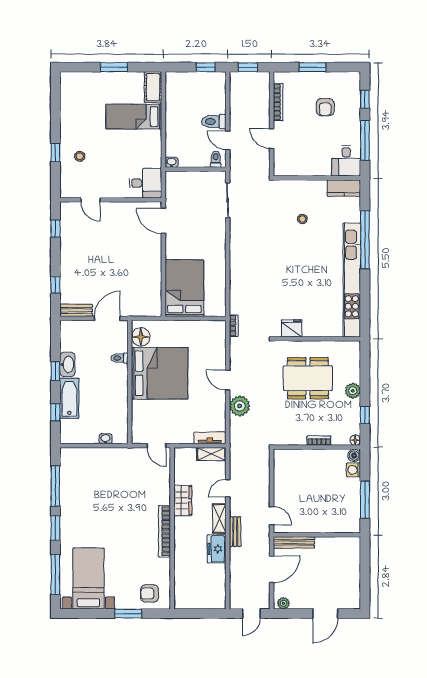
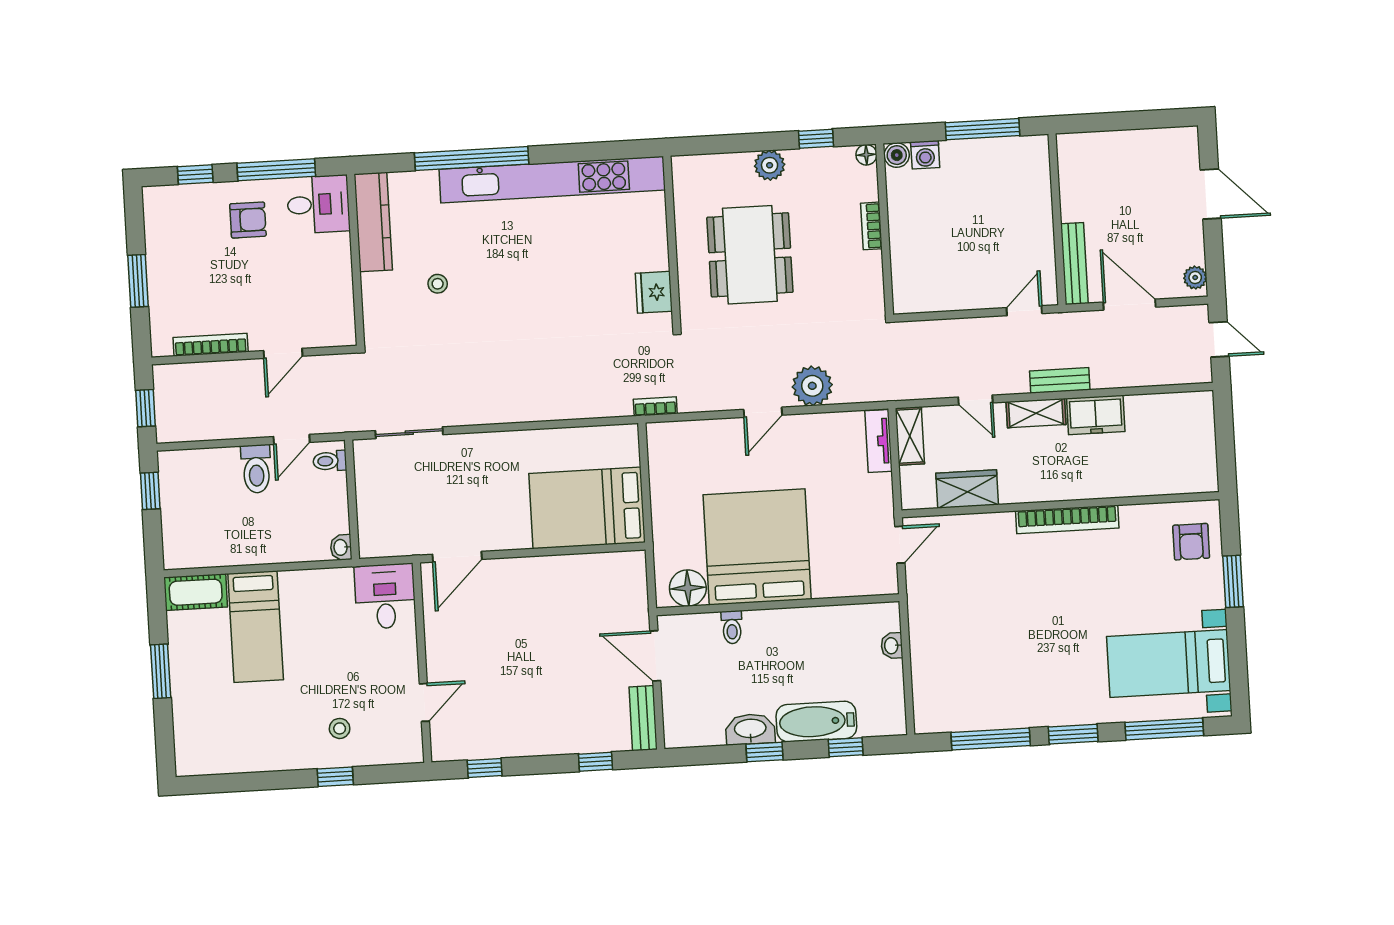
armchair: (325, 107) -> (248, 220), moved
kitchen counter: (344, 188) -> (373, 222), width x1.50
wardrobe: (183, 500) -> (967, 489), moved

